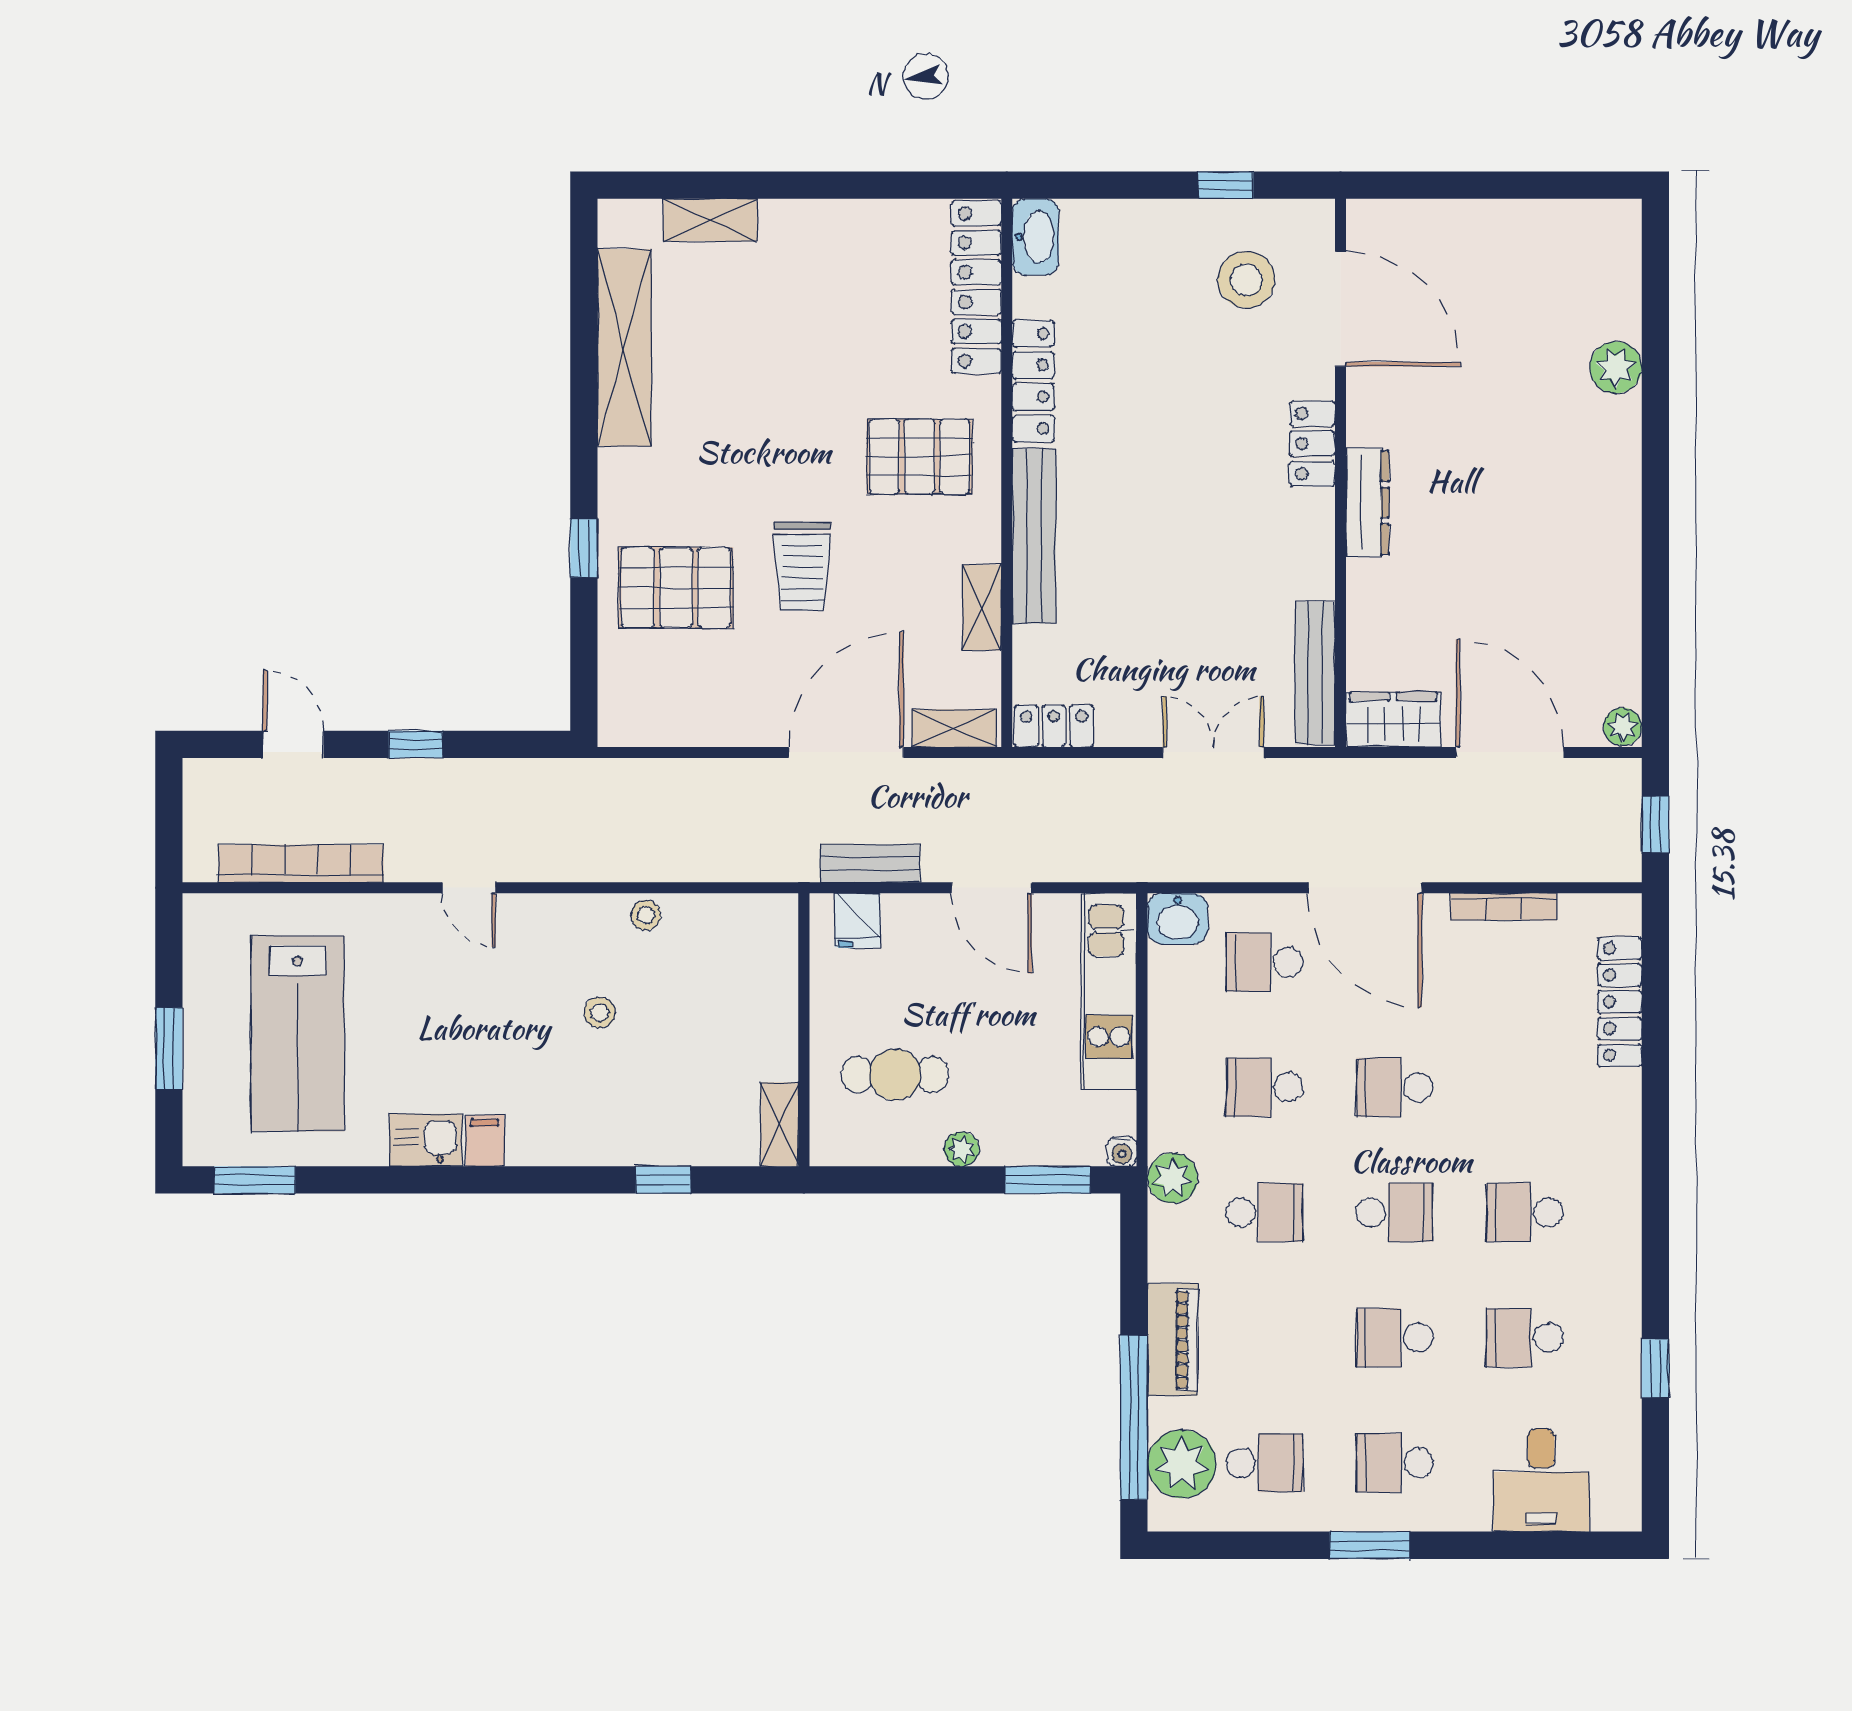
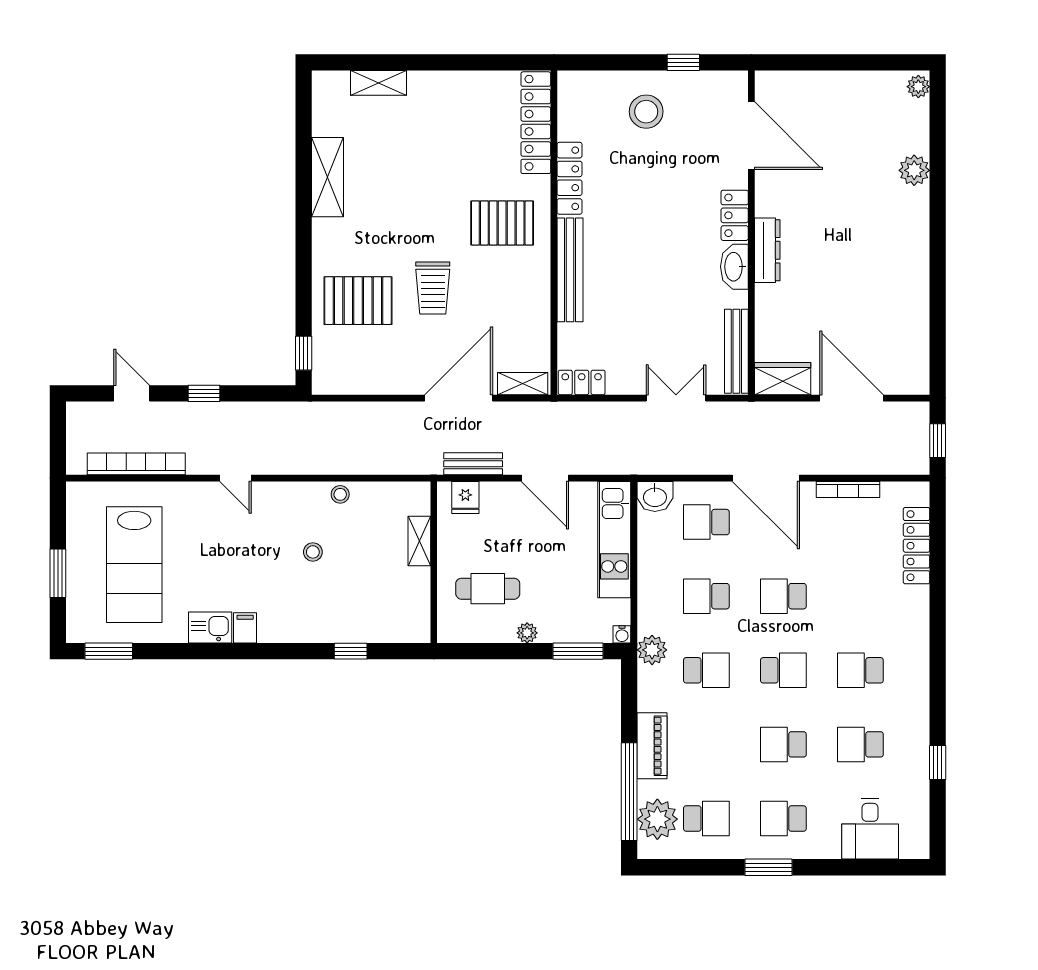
washbasin: (1036, 237) -> (734, 267), moved, turned 180
stool: (1246, 280) -> (646, 112), moved
shelving: (624, 348) -> (327, 177), width x0.68
window: (584, 548) -> (304, 353), moved
shelving: (982, 608) -> (539, 312), removed
plant: (1623, 727) -> (918, 87), moved
shelving: (780, 1124) -> (419, 541), moved

